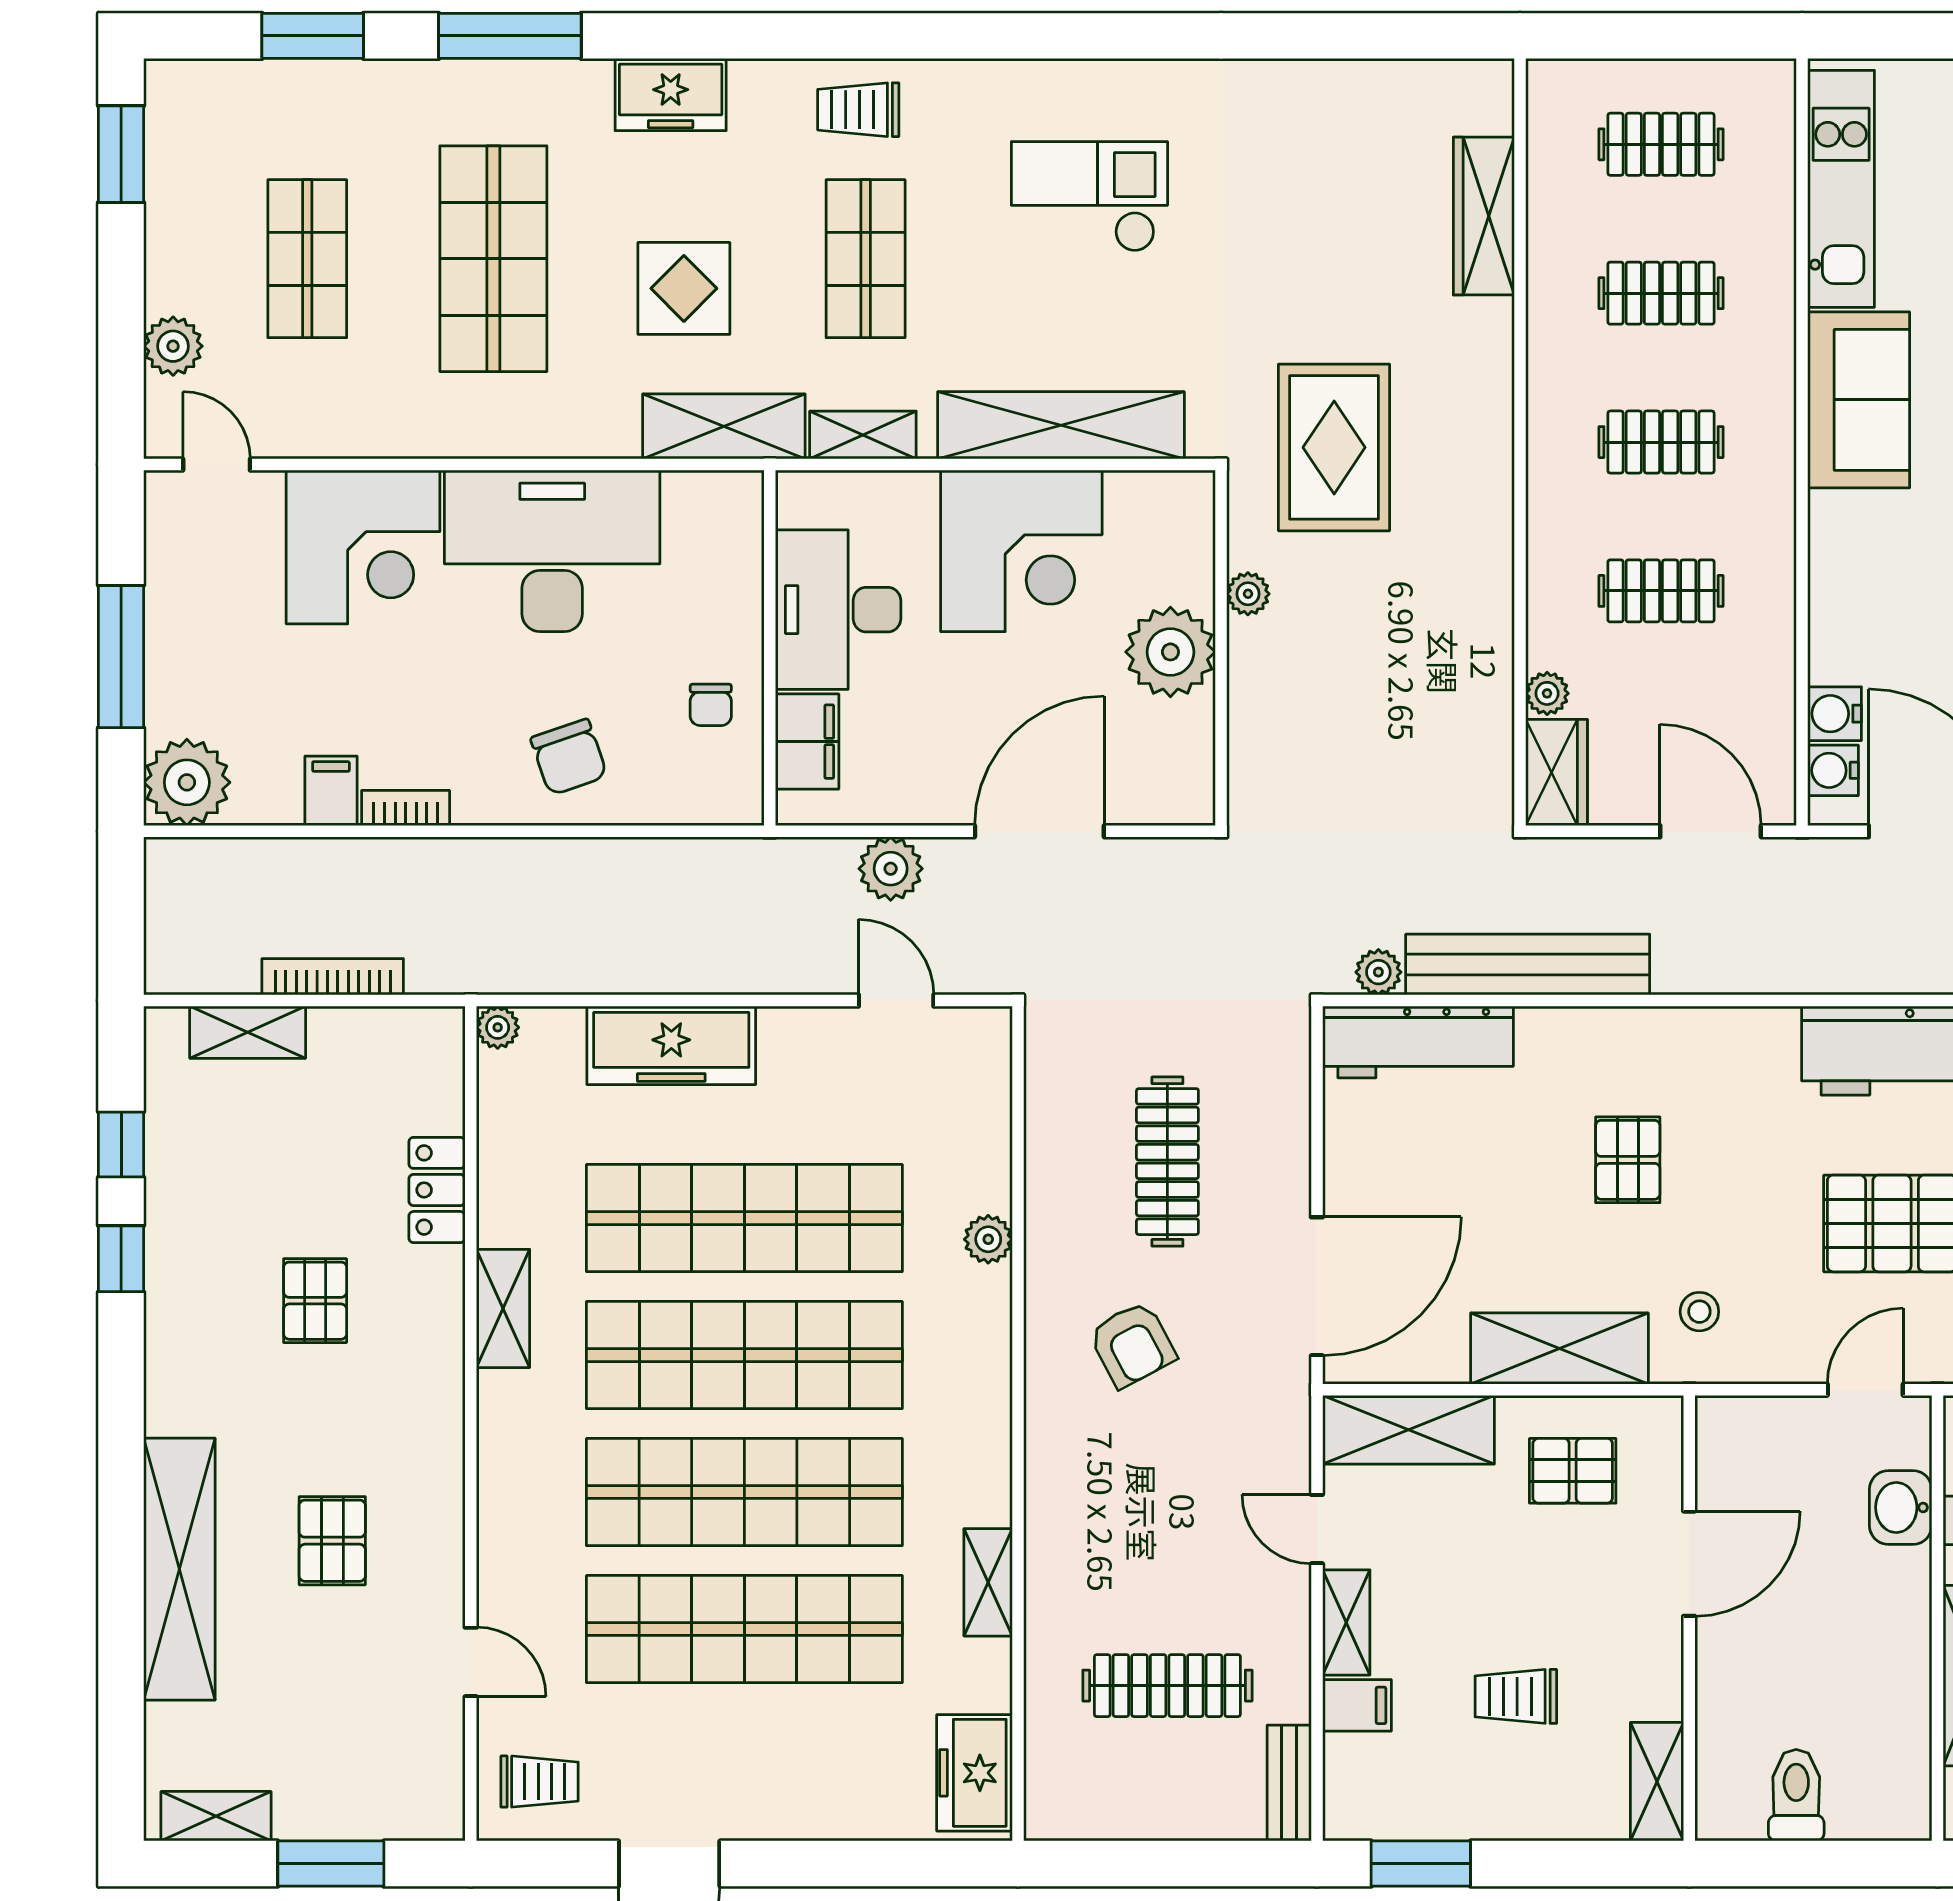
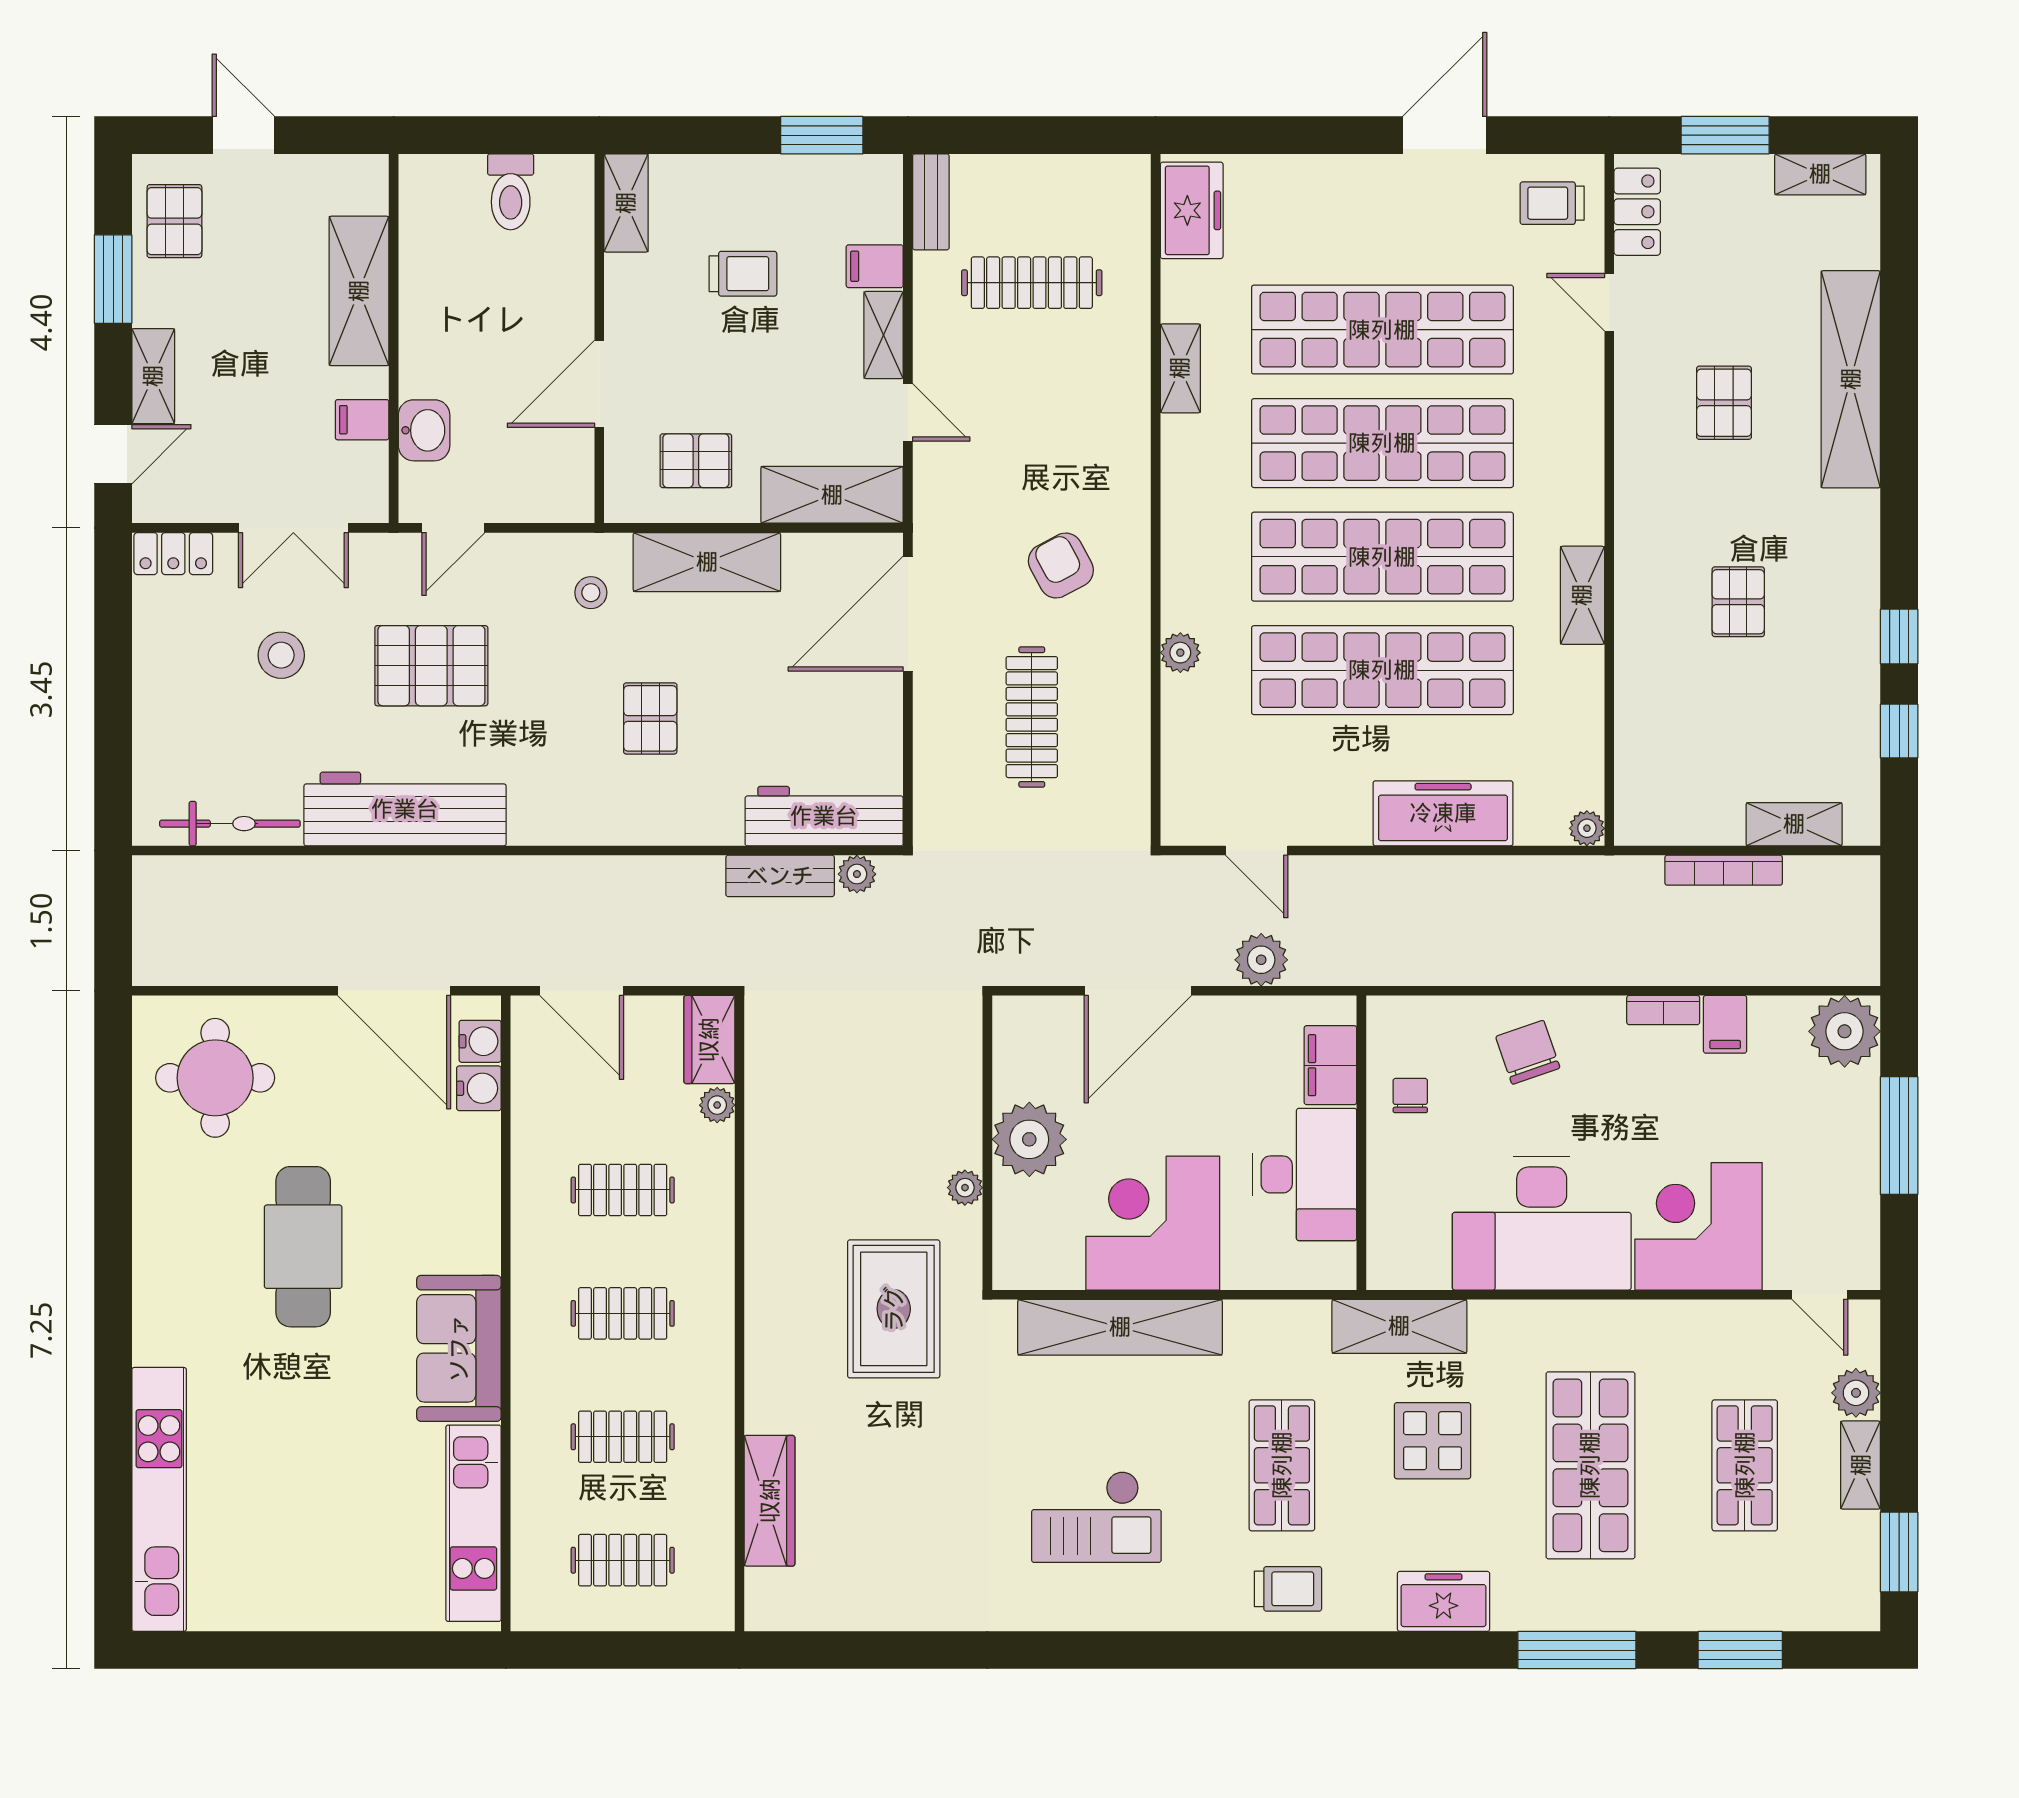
shelving: (863, 435) -> (1861, 1465), moved, turned 90
bench: (1528, 964) -> (780, 876), width x0.54, depth x0.82
locker: (437, 1190) -> (1637, 212), moved

